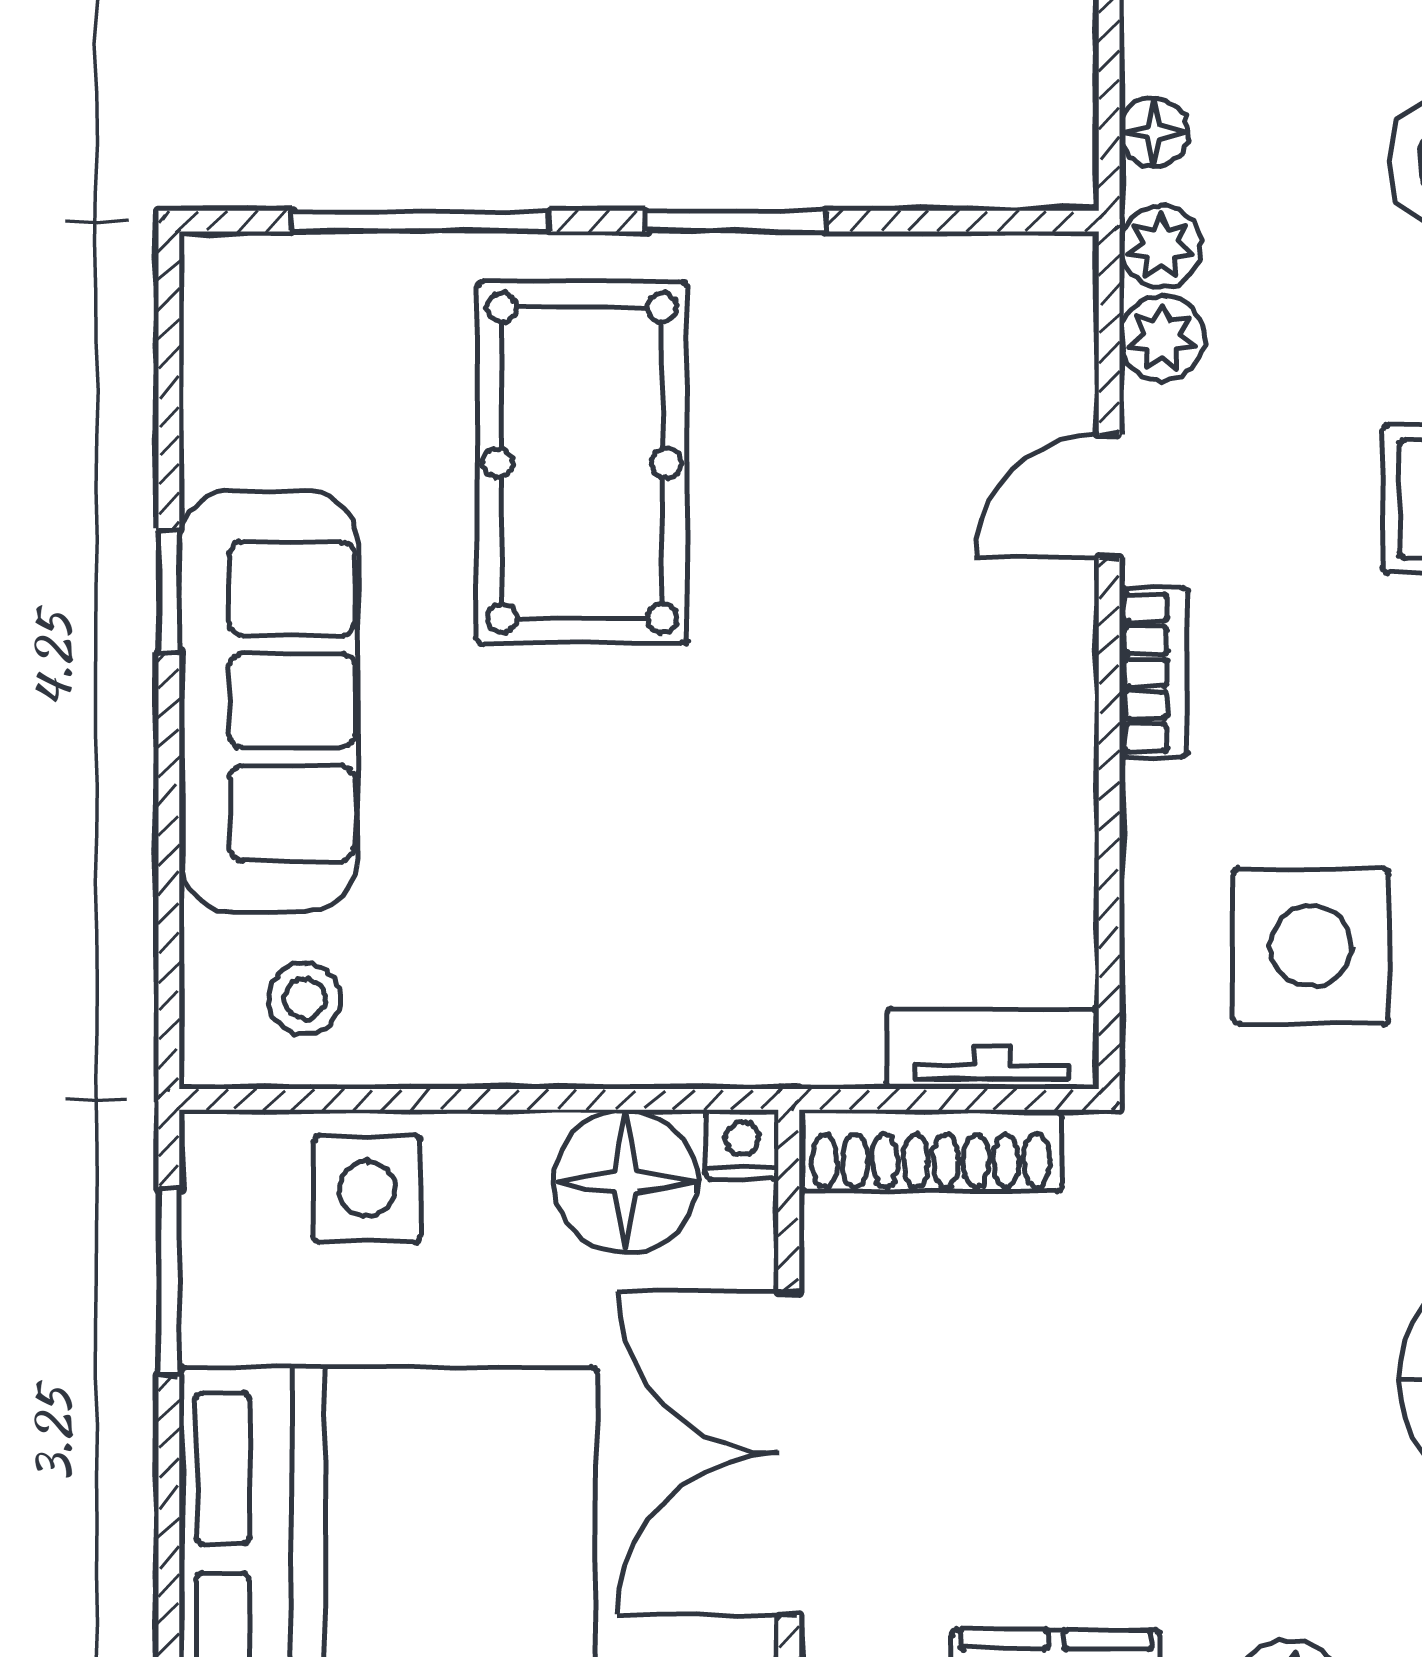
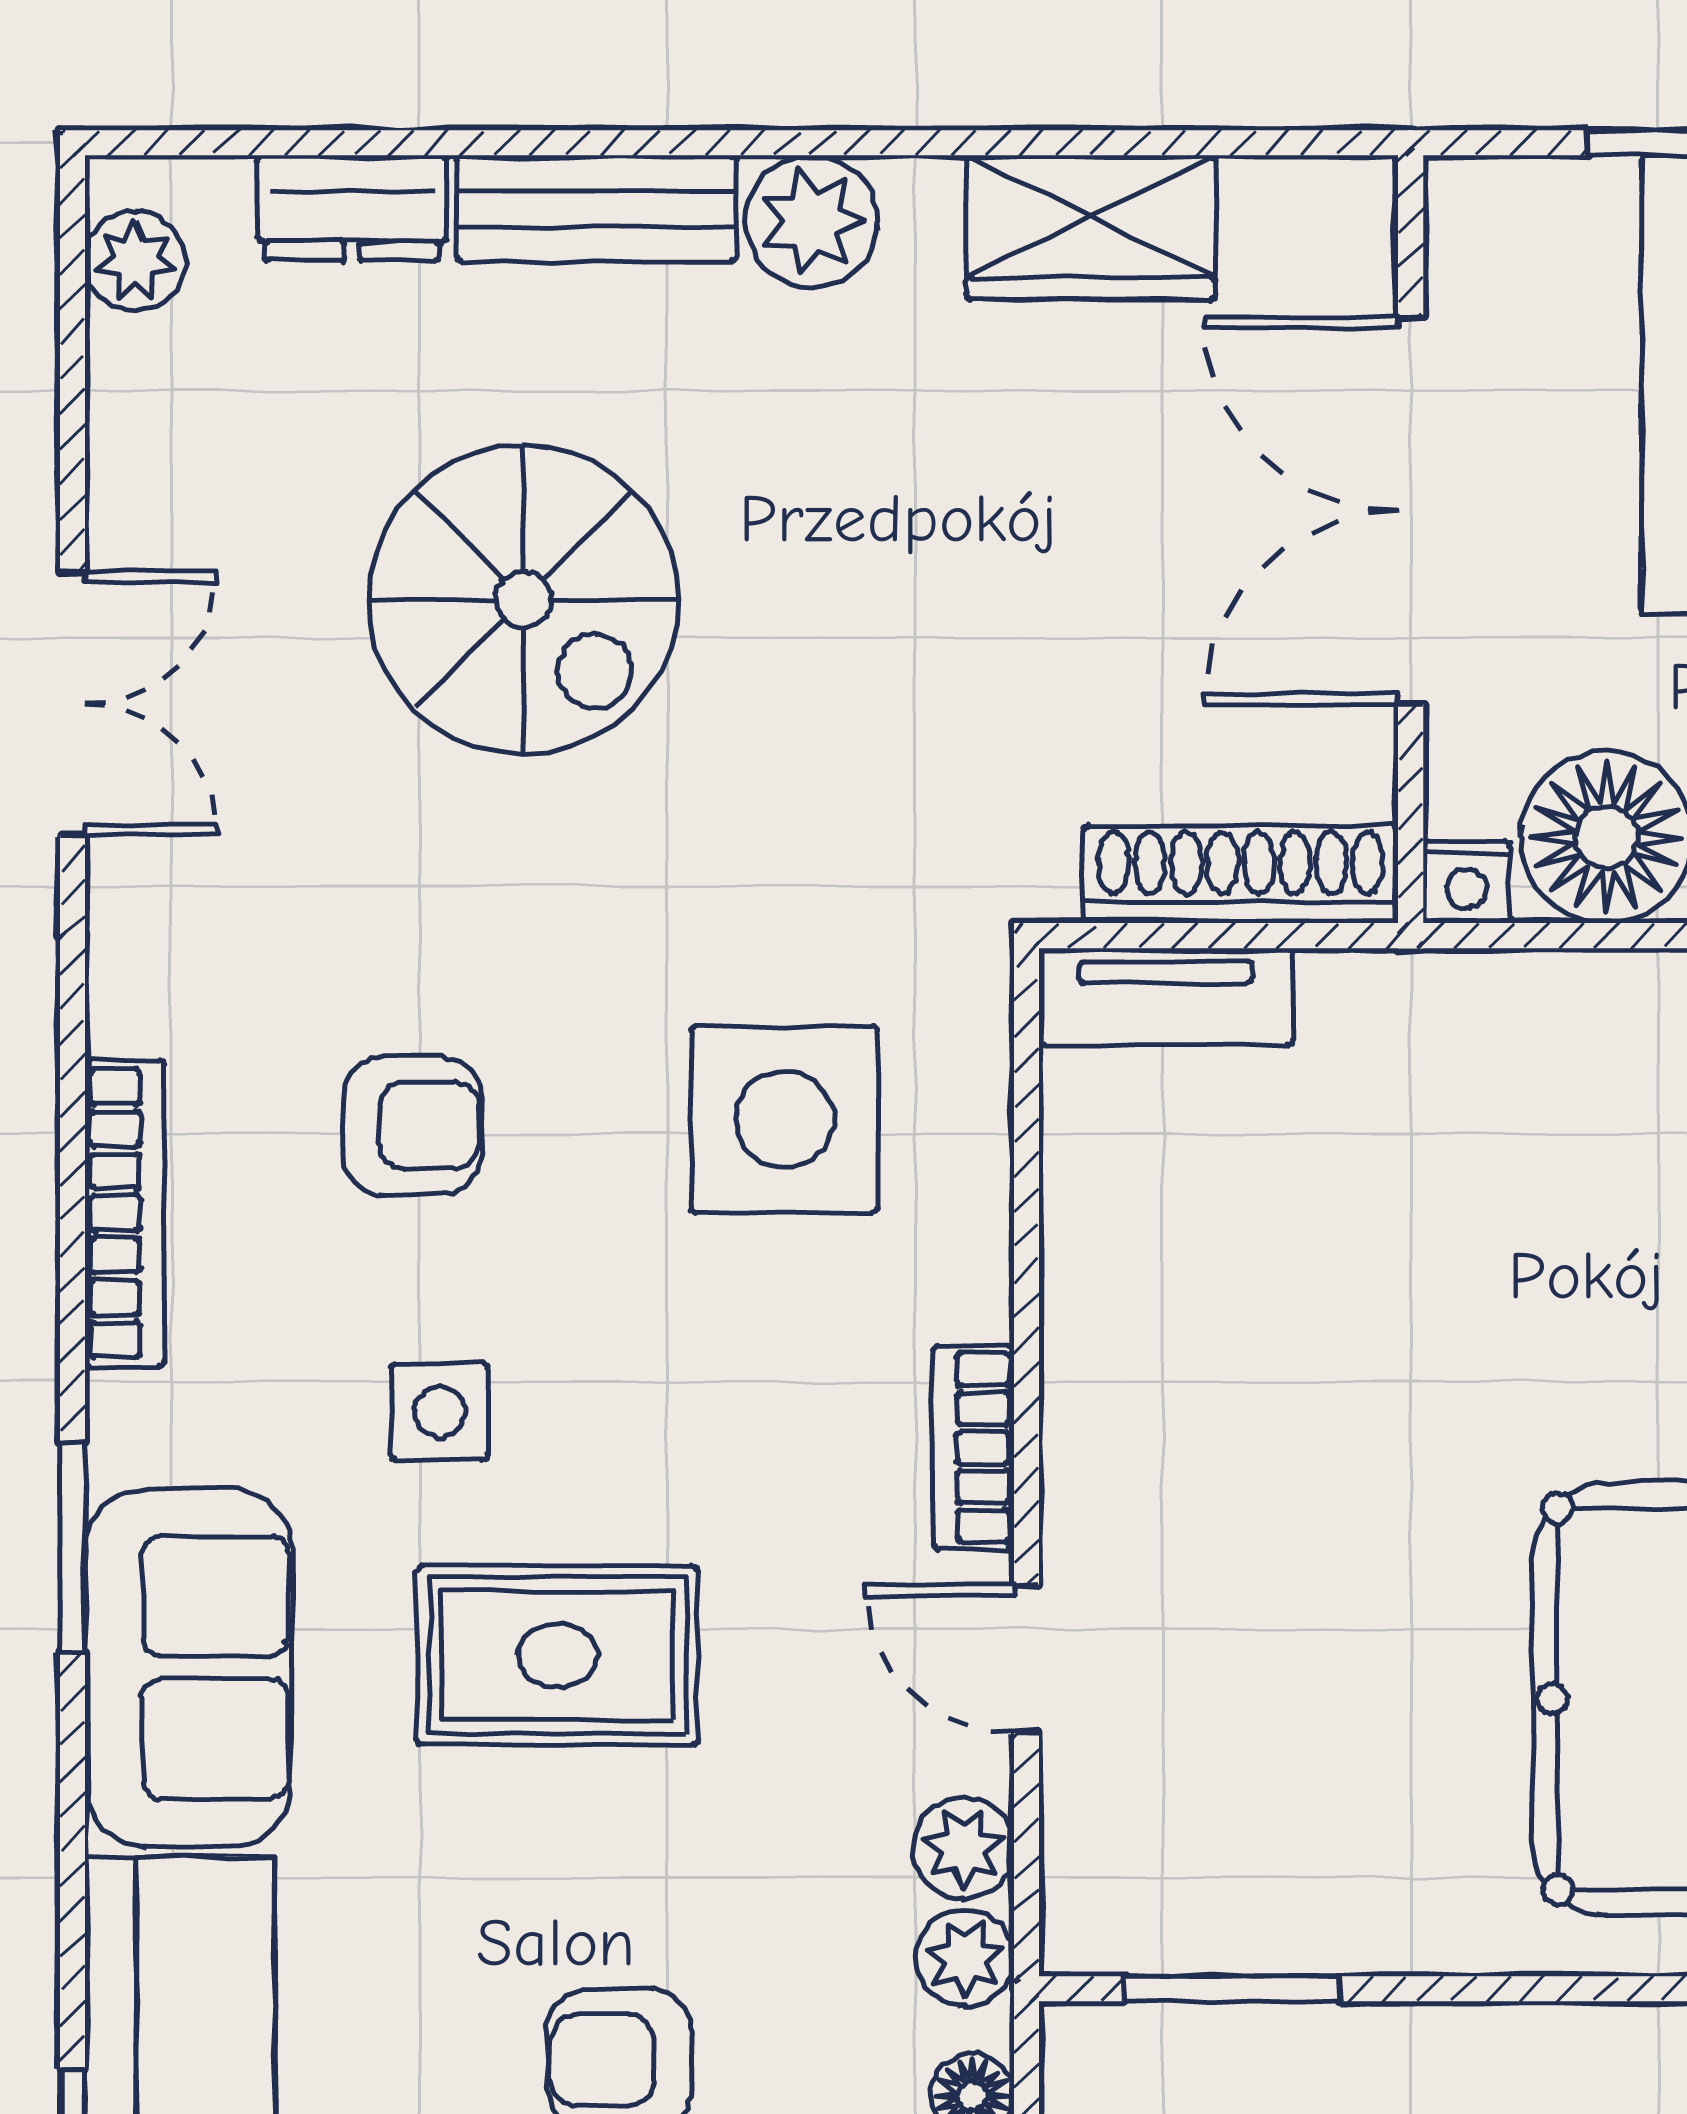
window: (735, 221) -> (1232, 1989), moved
door: (1109, 496) -> (1027, 1659), swing flipped
double door: (789, 1454) -> (1411, 511), swing flipped

